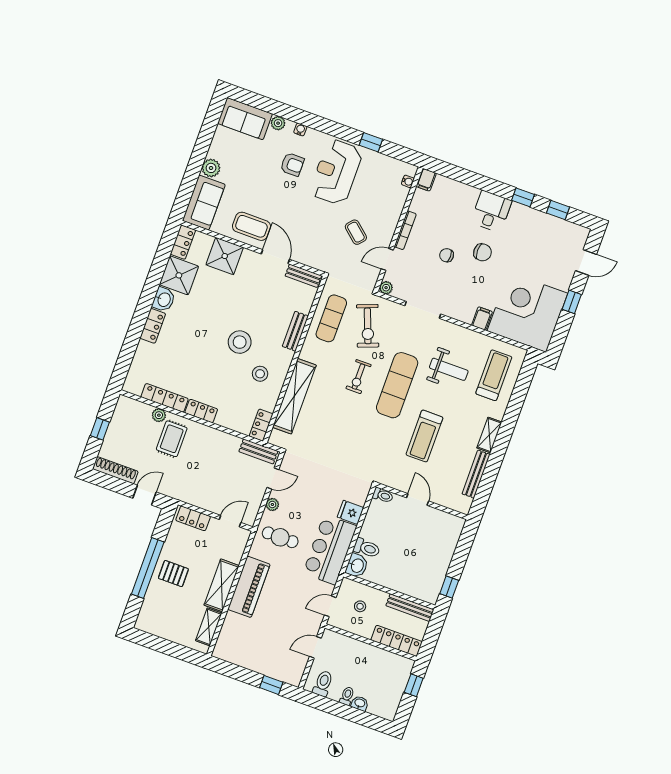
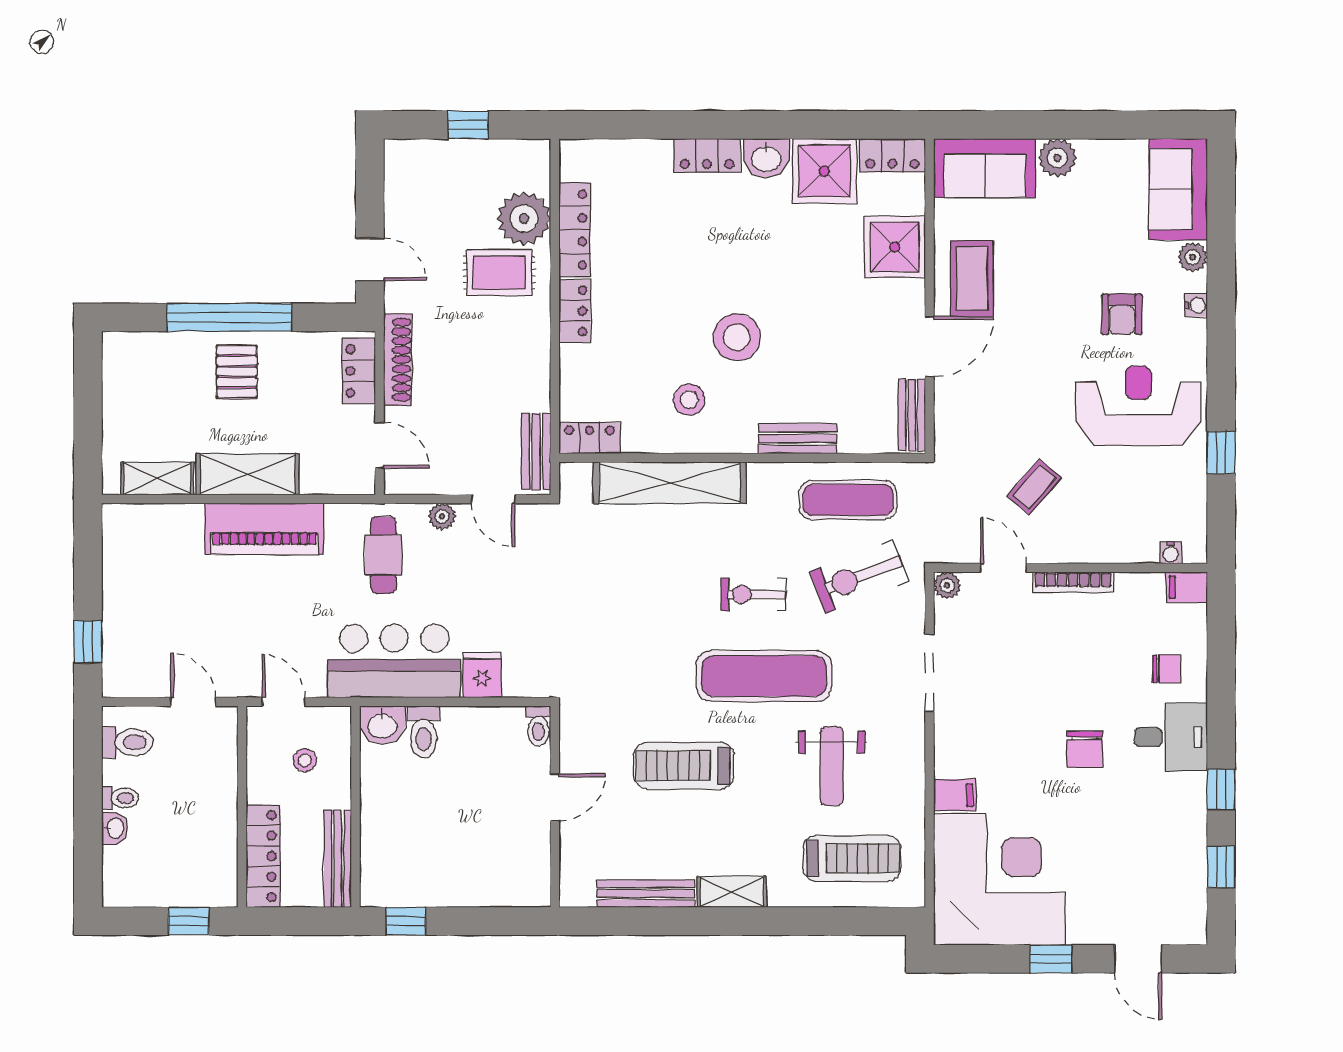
chair: (447, 255) -> (1166, 669), moved, turned 90
plant: (159, 415) -> (524, 219), width x1.88, depth x1.88
shoe rack: (115, 470) -> (398, 360), moved

